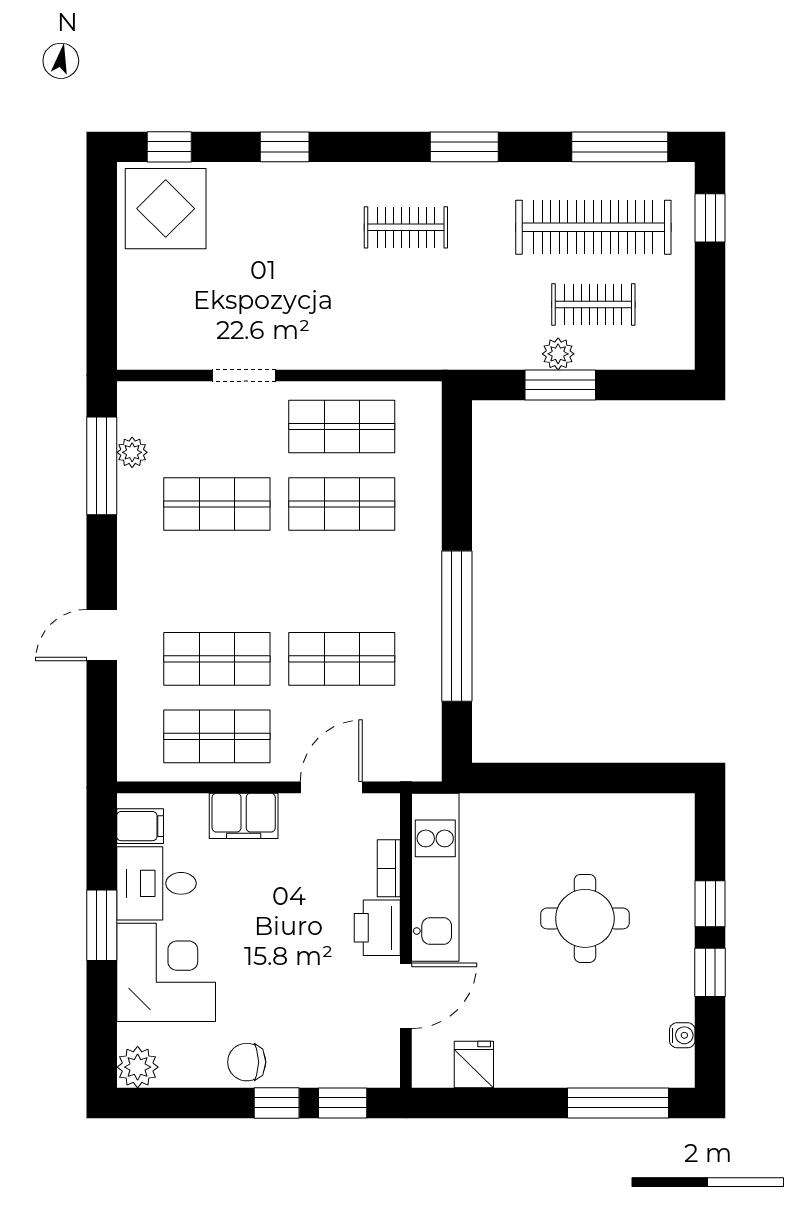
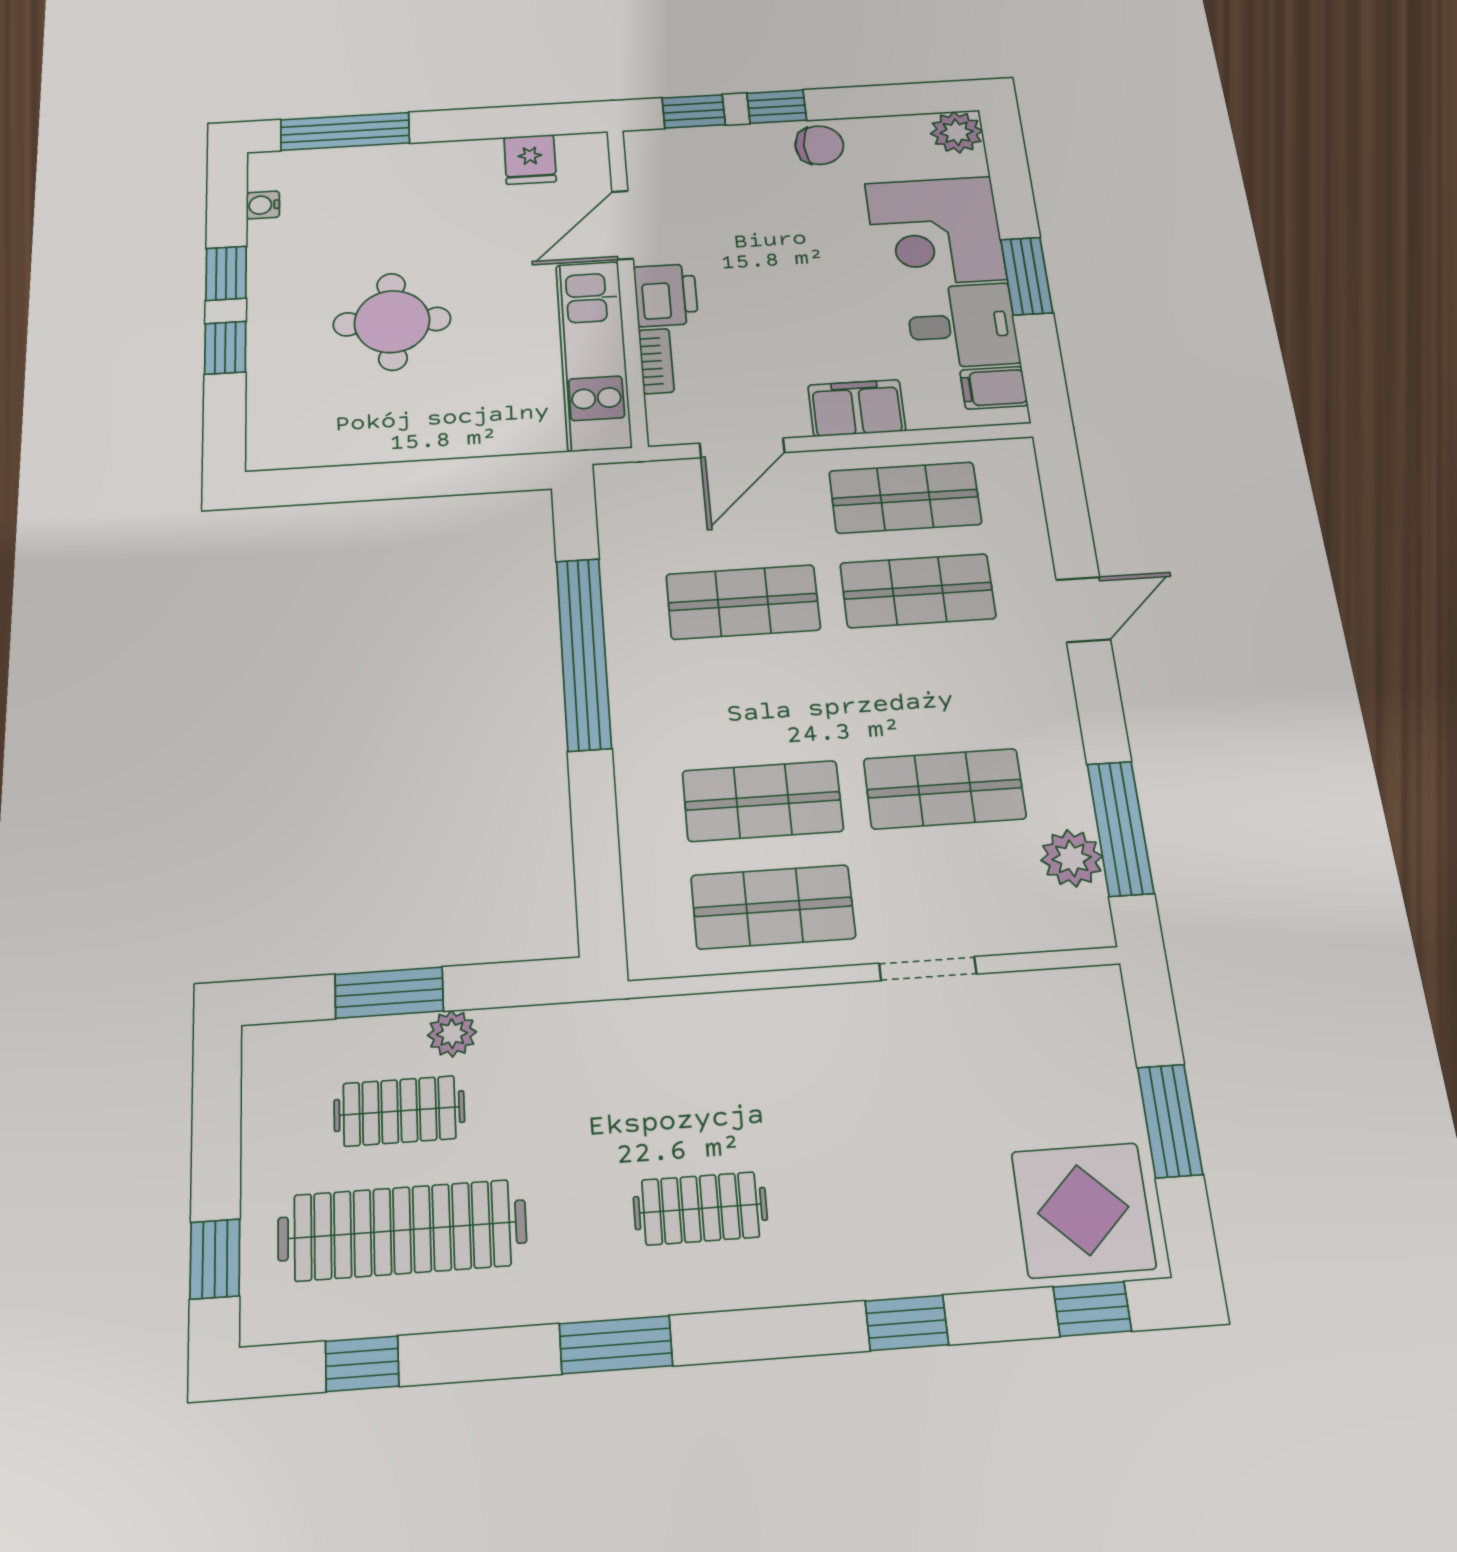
window: (620, 147) -> (362, 1364), width x0.46
window: (102, 262) -> (1170, 1121), added
window: (560, 385) -> (389, 993), moved
plant: (132, 452) -> (1072, 858), width x1.38, depth x1.38

